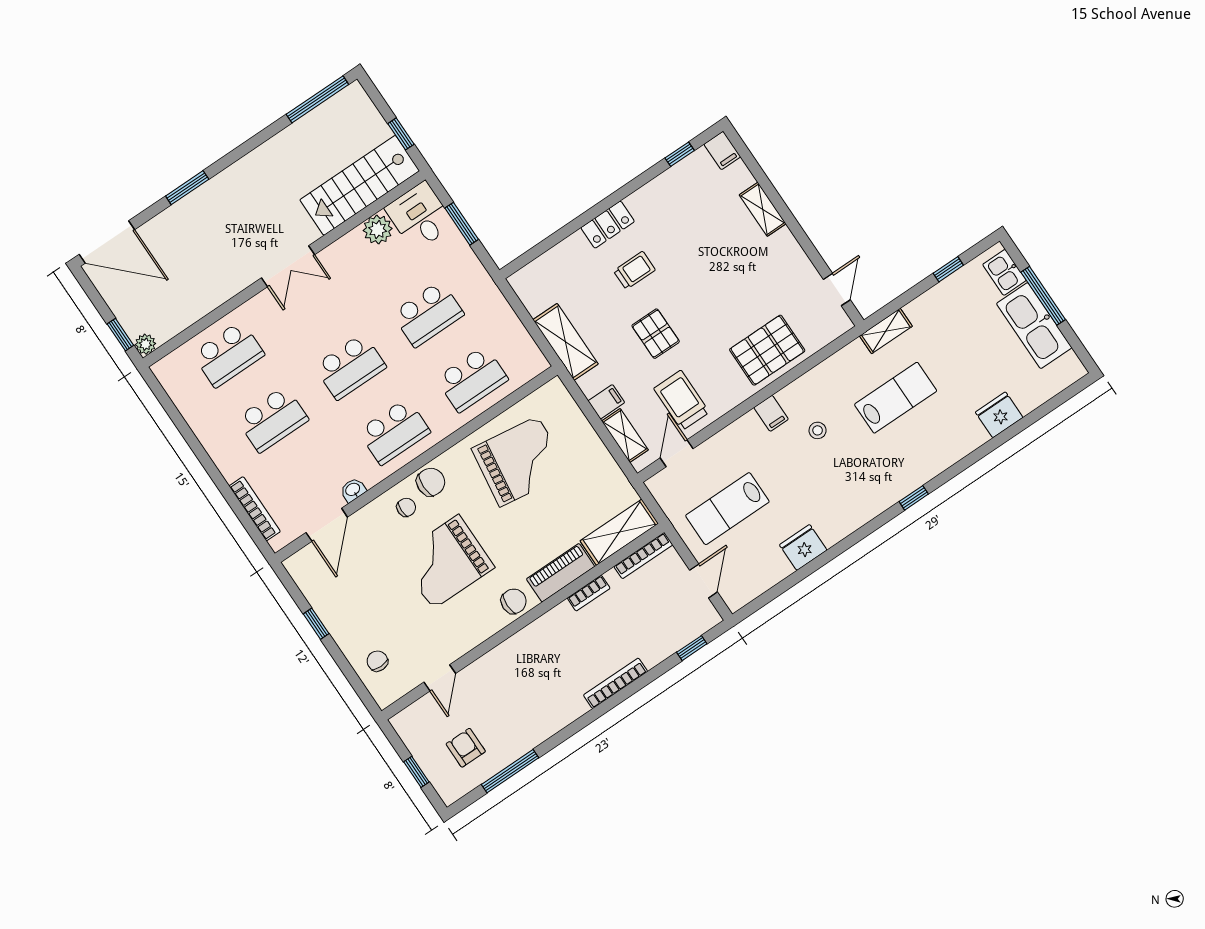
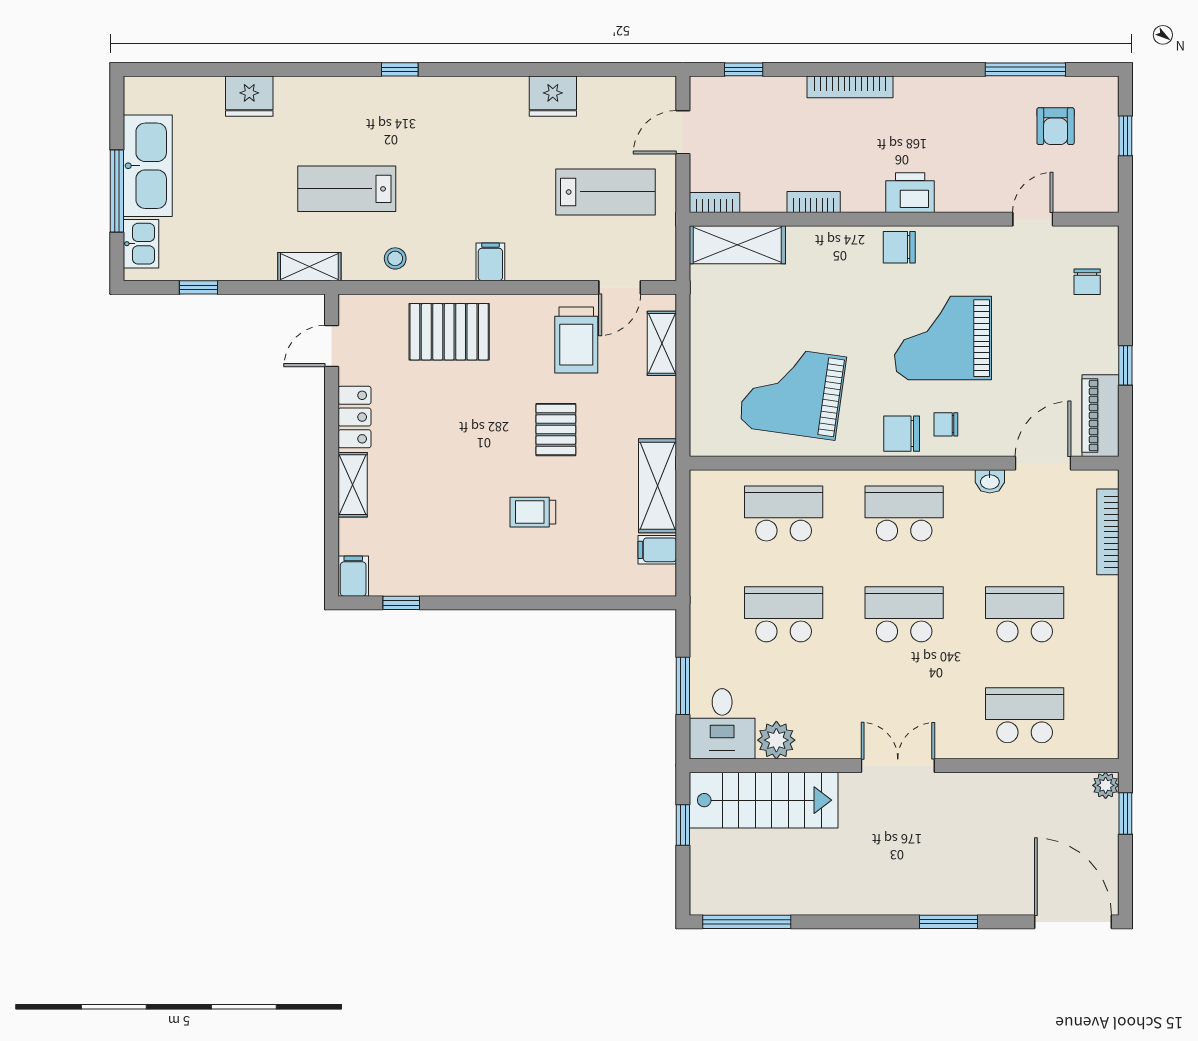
locker: (608, 225) -> (355, 417), moved, turned 90
filing cabinet: (606, 402) -> (657, 550), moved
stool: (818, 430) -> (395, 258), moved
bookcase: (643, 556) -> (714, 202), width x0.64
grand piano: (446, 562) -> (943, 338), turned 180
piano: (561, 573) -> (1100, 416), moved, turned 90
printer: (531, 641) -> (910, 193), added

